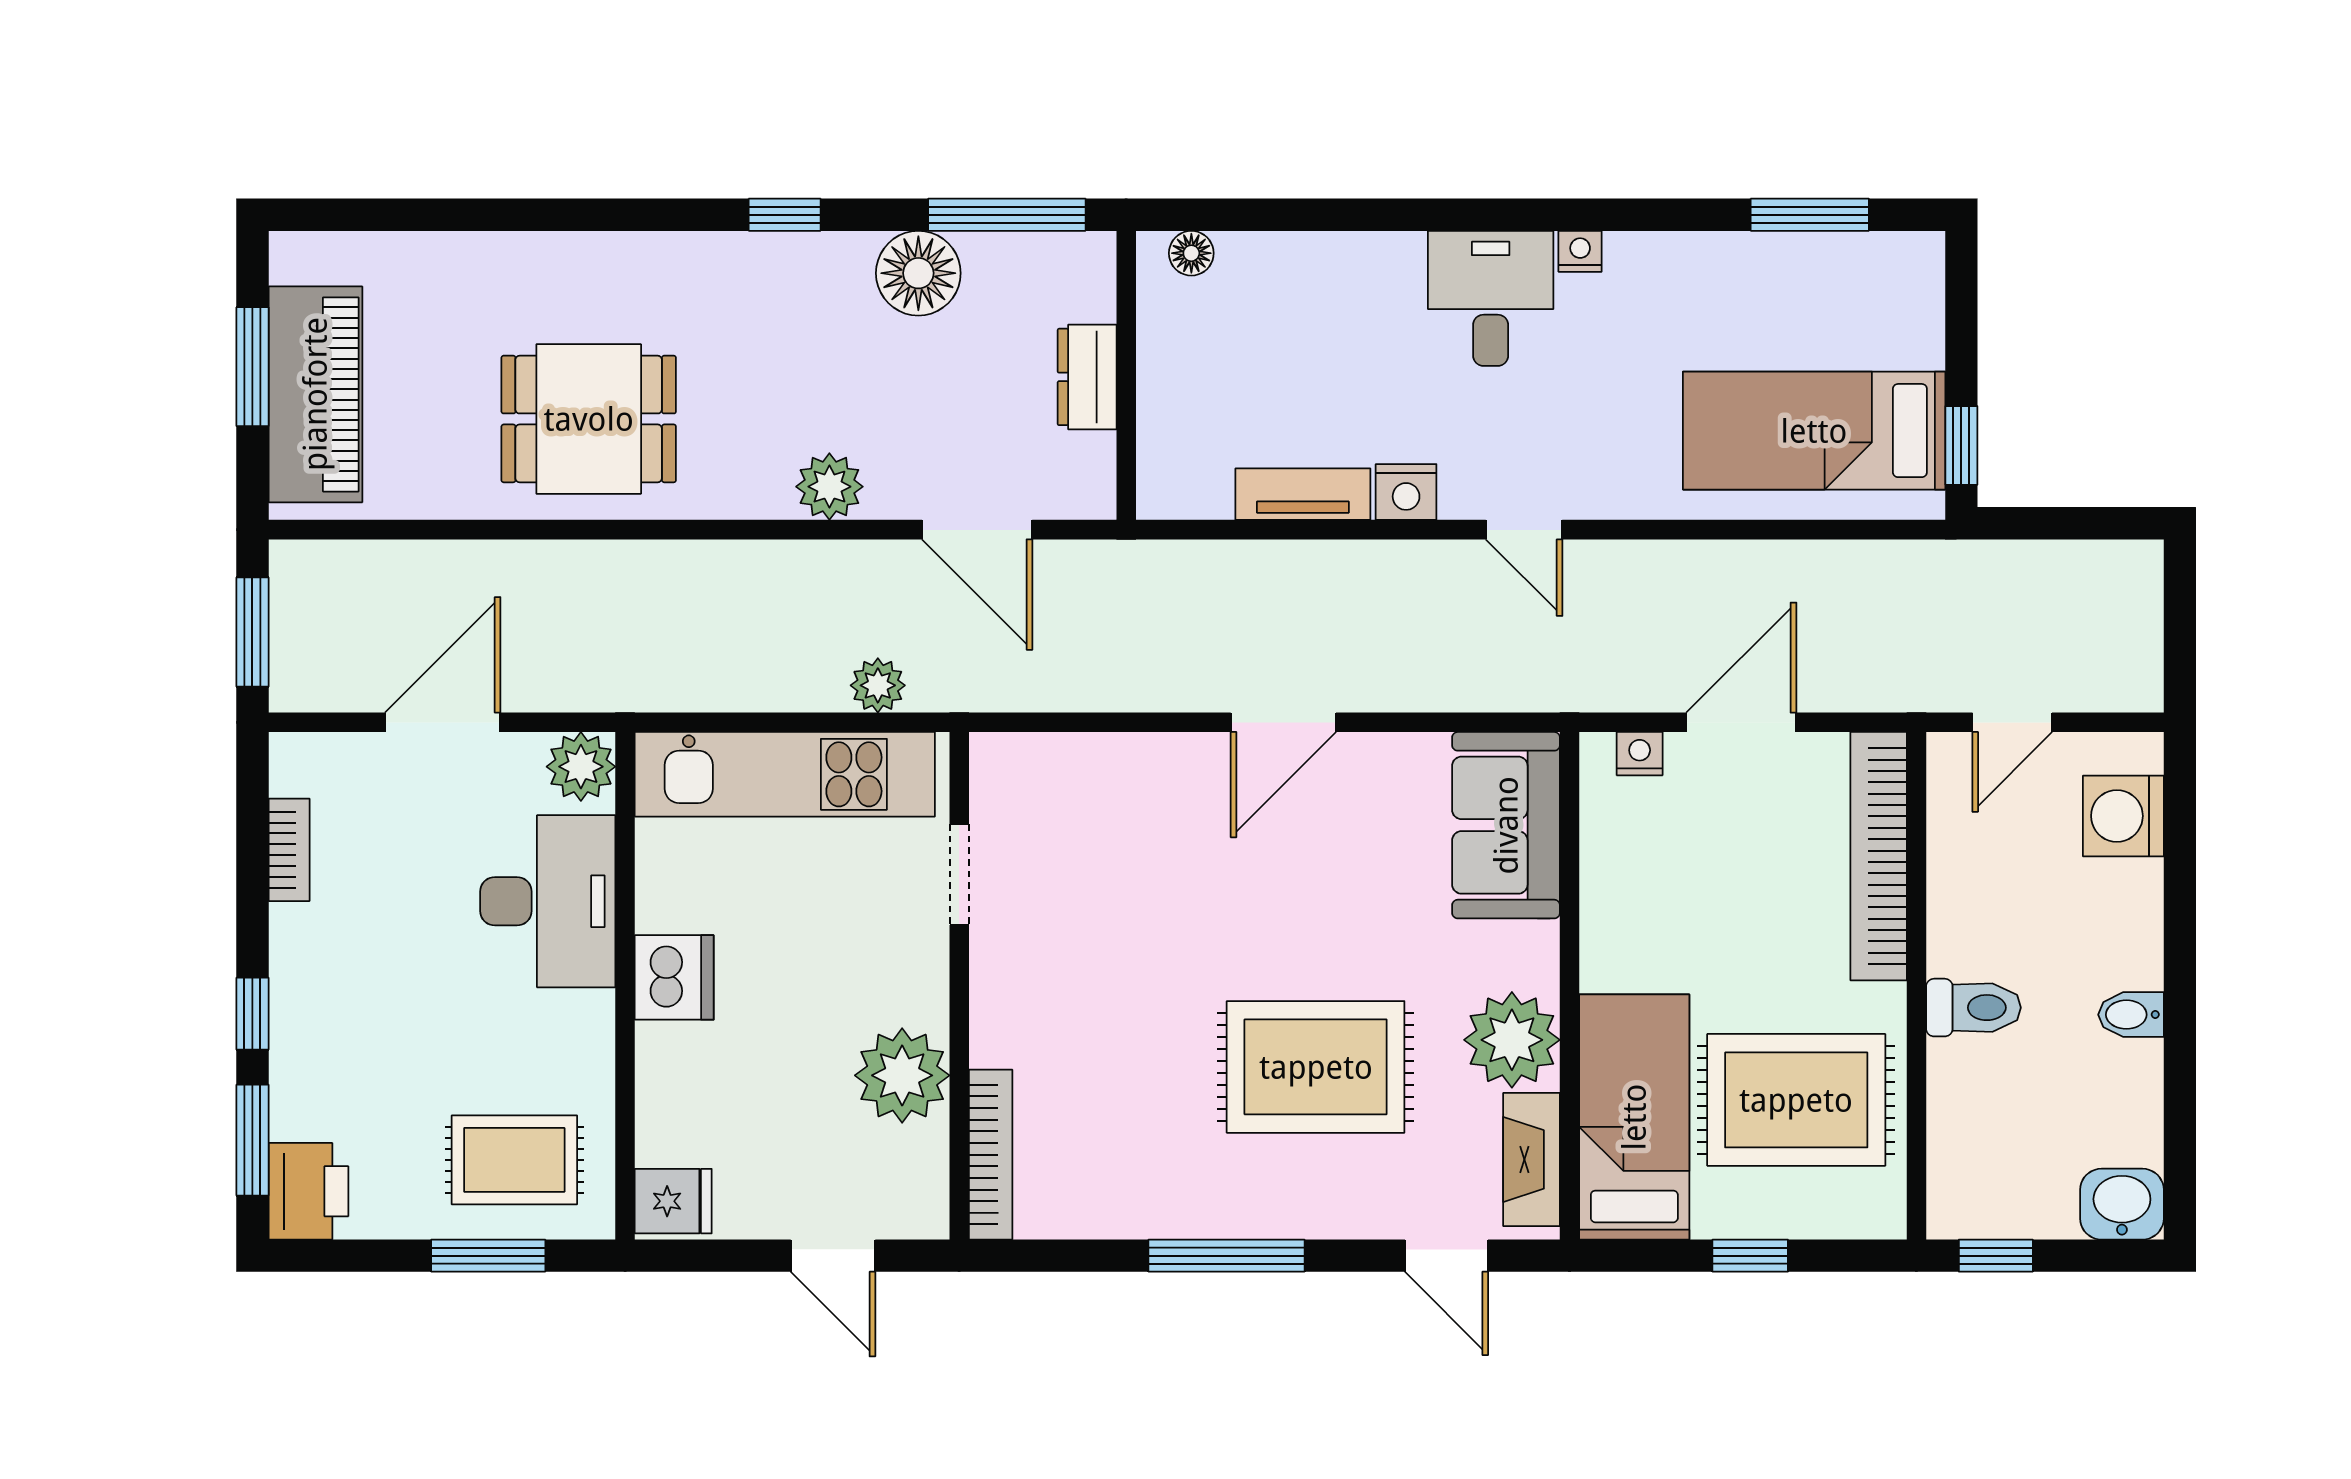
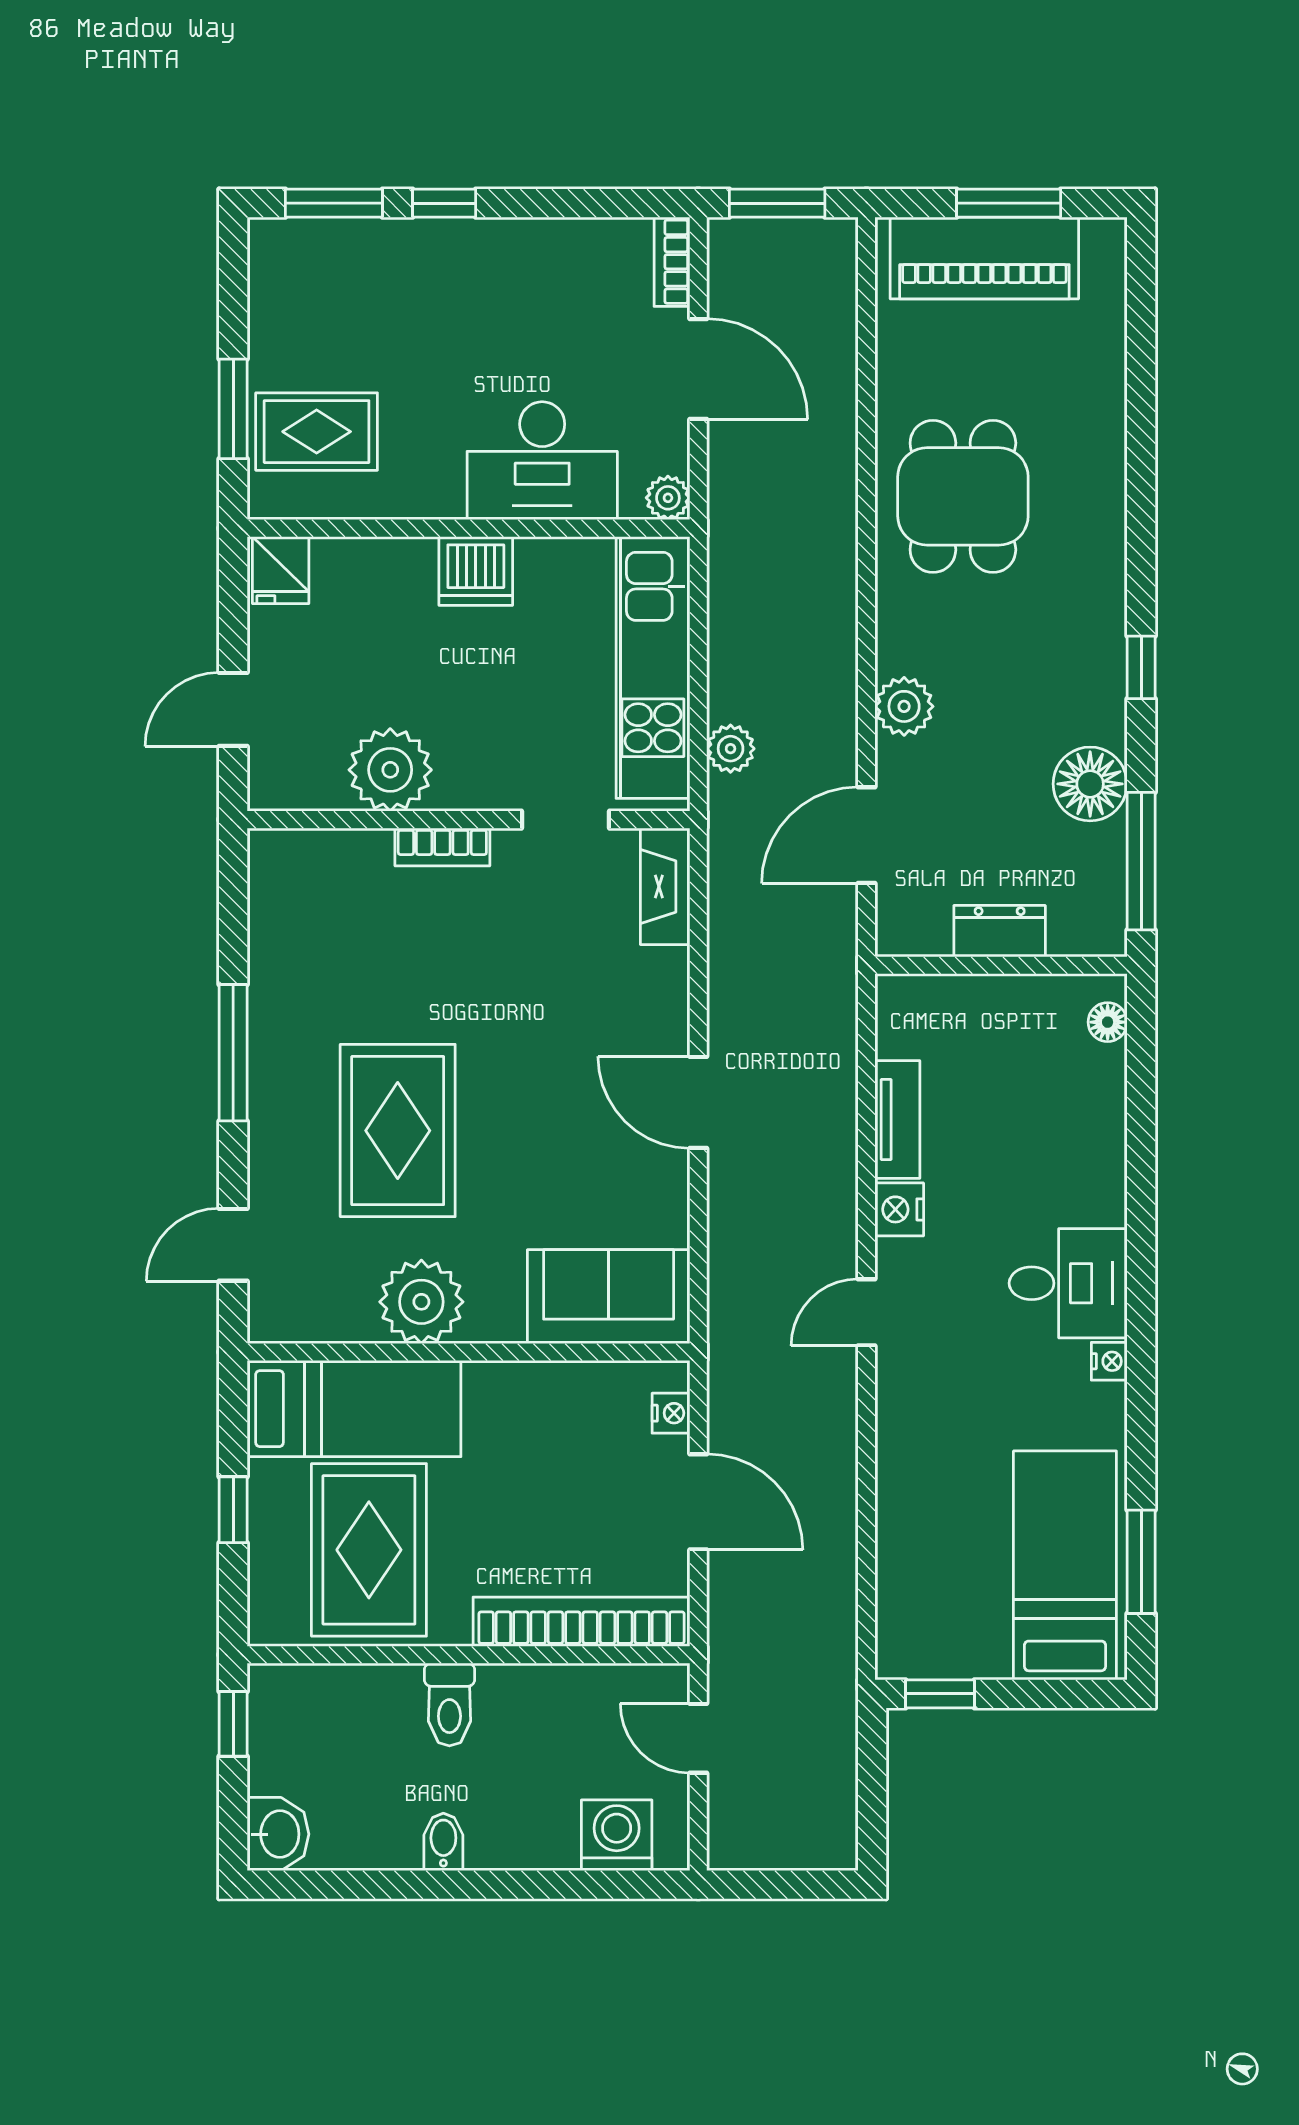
bed: (1814, 431) -> (1065, 1565), moved
plant: (581, 767) -> (668, 498), width x0.73, depth x0.73
bookcase: (289, 850) -> (672, 262), moved, turned 90
bookcase: (991, 1155) -> (442, 847), moved, width x0.64
fireplace: (1531, 1159) -> (665, 887), moved, turned -90
rug: (514, 1160) -> (317, 432), turned 90
printer: (308, 1191) -> (289, 252), removed

